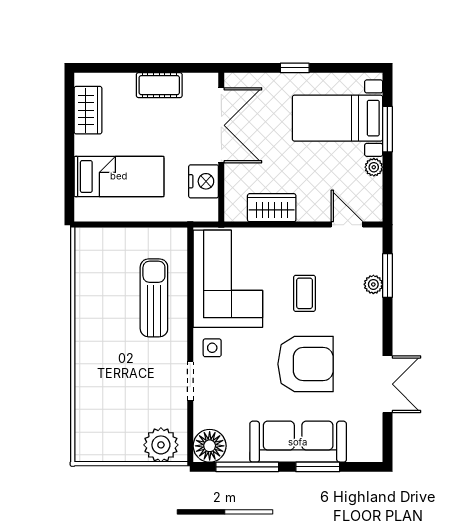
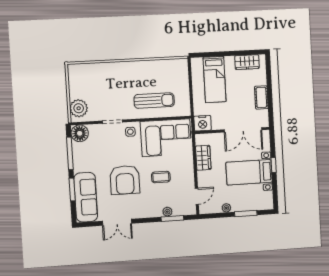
bed with nightstands: (338, 118) -> (249, 172), moved, turned -90
nightstand: (204, 181) -> (203, 123), moved
sofa: (298, 442) -> (86, 197), moved

